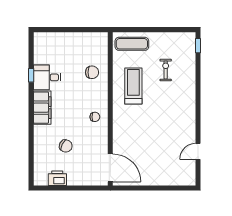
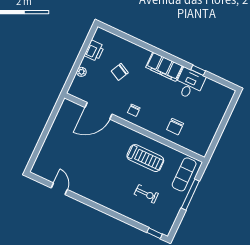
window: (148, 30) -> (190, 195), added
door: (110, 168) -> (99, 111), moved
plant: (82, 181) -> (81, 72), added

